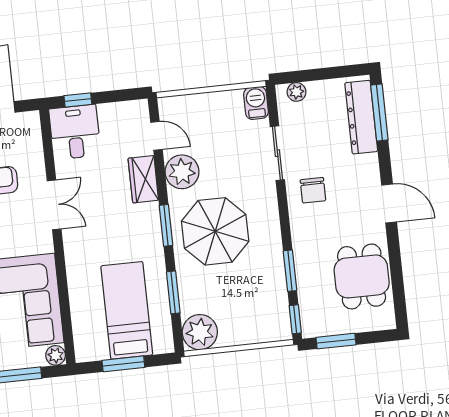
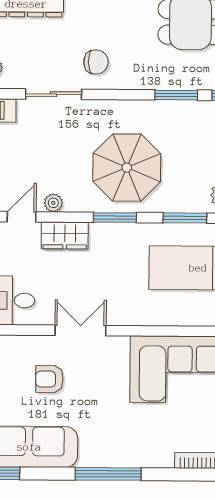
plant: (182, 172) -> (53, 203), width x0.53, depth x0.53

